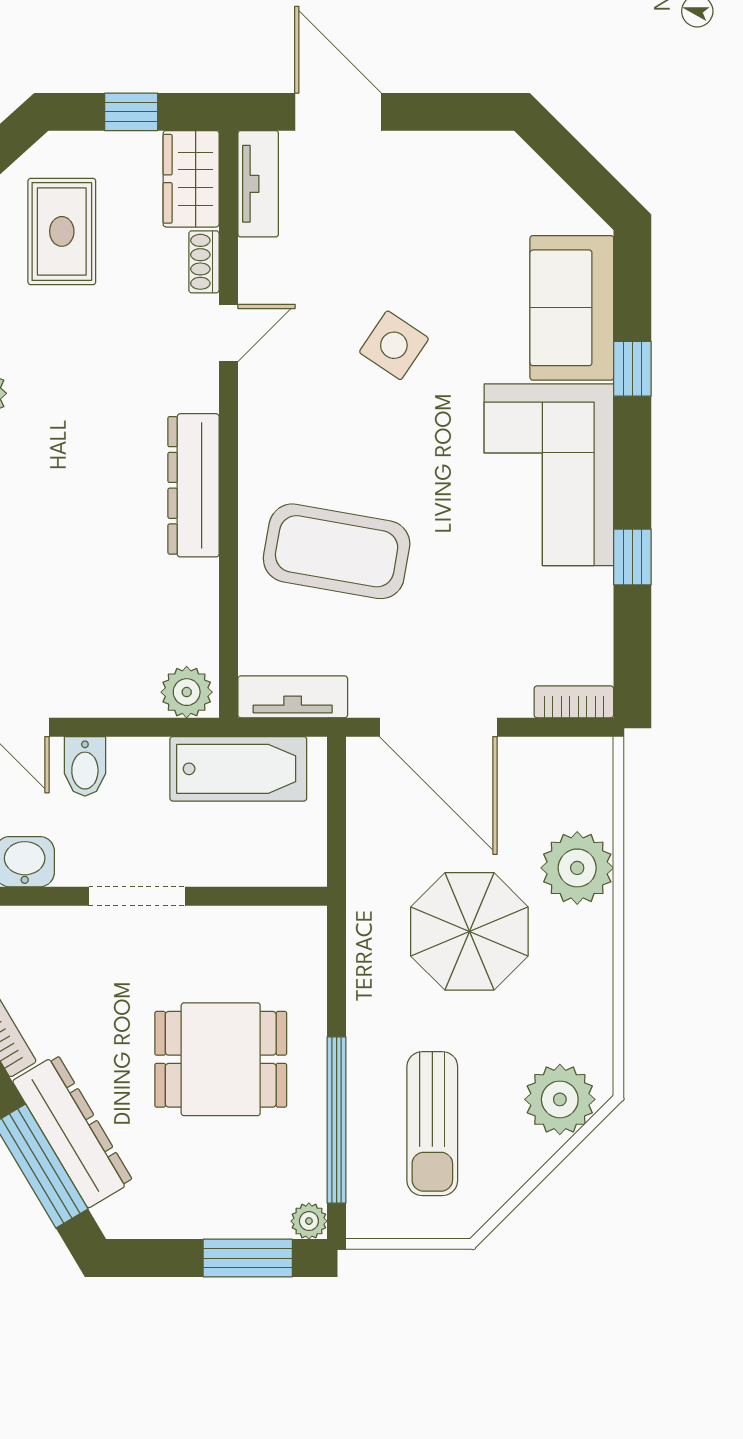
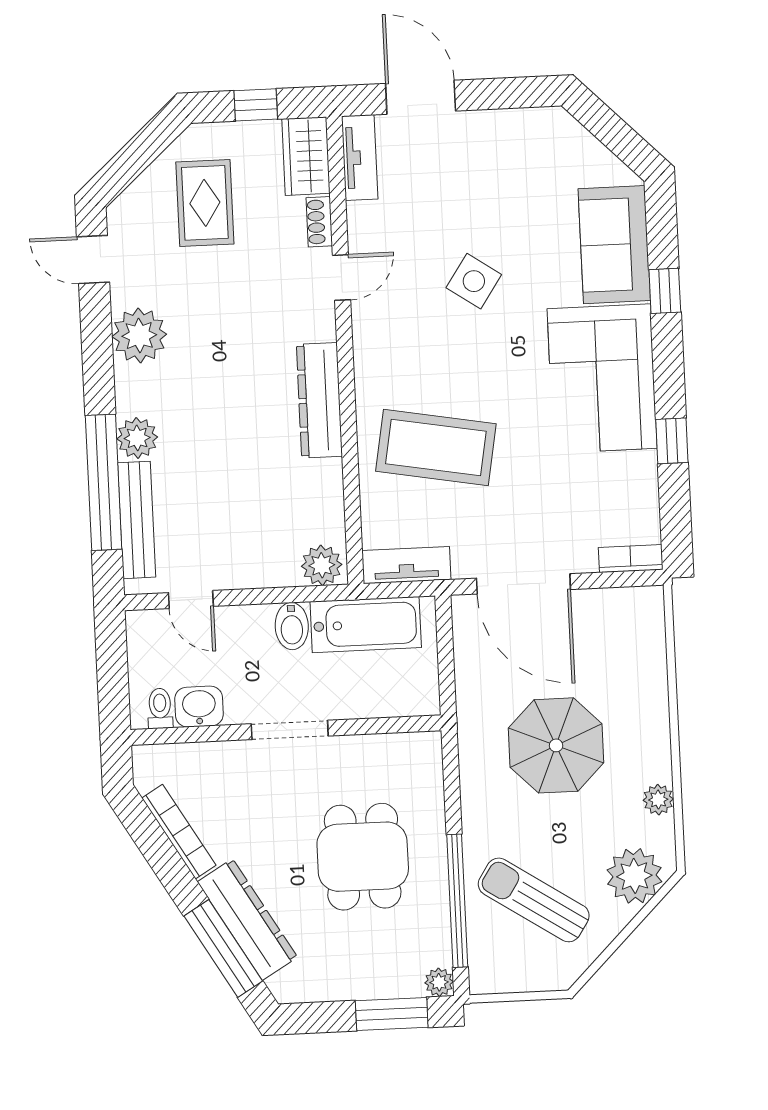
bidet: (85, 766) -> (292, 626), moved
plant: (577, 868) -> (658, 800), moved, width x0.53, depth x0.53
dining table: (221, 1059) -> (363, 857), turned 90
sun lounger: (432, 1124) -> (534, 900), turned 123

